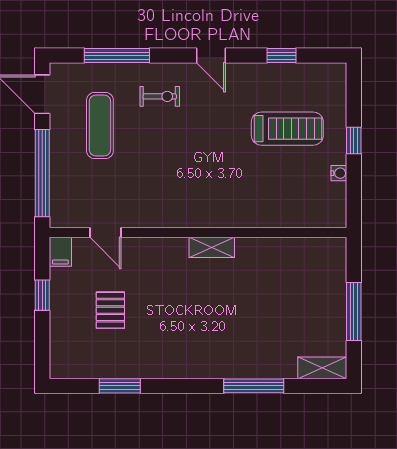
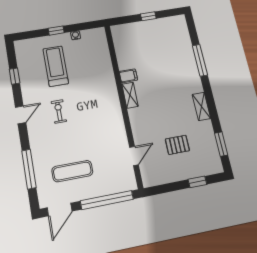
exercise bike: (160, 96) -> (59, 111), moved
filing cabinet: (60, 252) -> (128, 76), moved
window: (42, 295) -> (197, 182), moved
window: (354, 311) -> (148, 16), width x0.46
shelving: (322, 368) -> (201, 106), moved
window: (120, 386) -> (221, 144), moved

